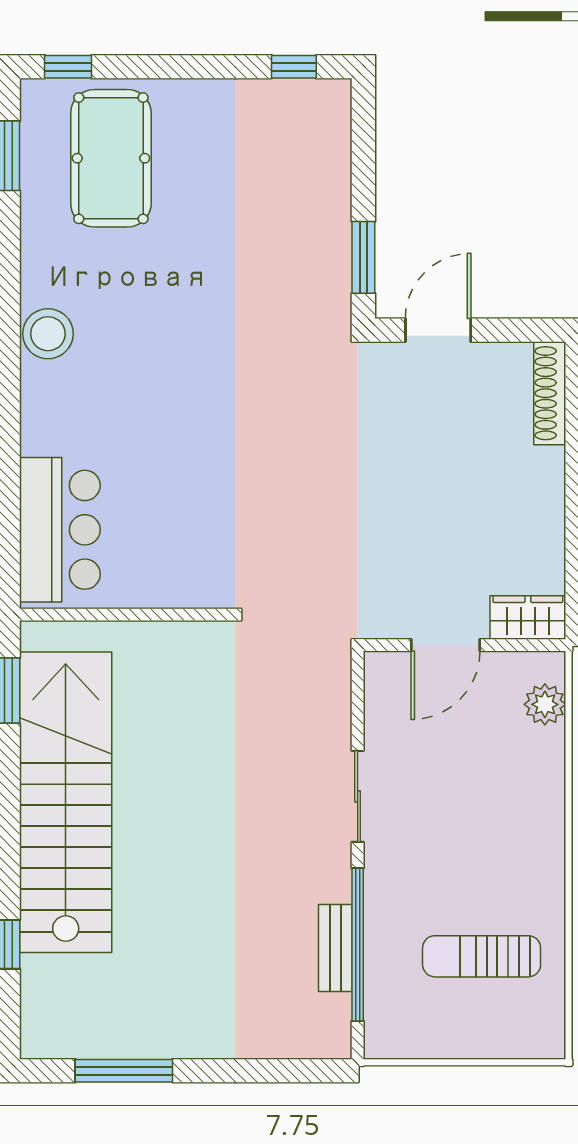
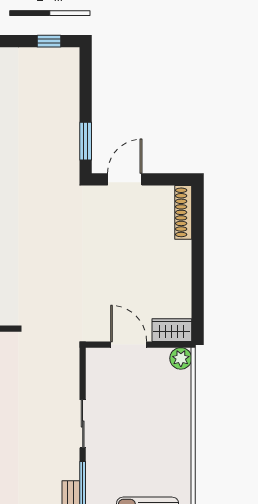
door: (445, 645) -> (129, 345), swing flipped
plant: (545, 704) -> (181, 358), moved

